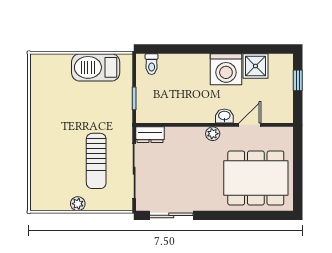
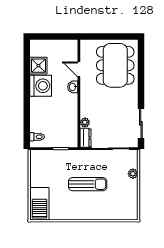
barbecue: (96, 67) -> (39, 204), moved
window: (298, 80) -> (48, 37), removed
plant: (213, 134) -> (85, 122), moved
sun lounger: (96, 161) -> (88, 184), moved
plant: (78, 204) -> (133, 174), moved

